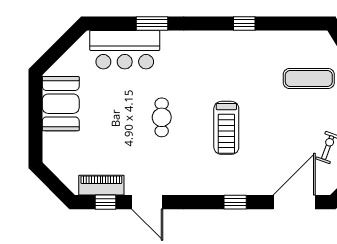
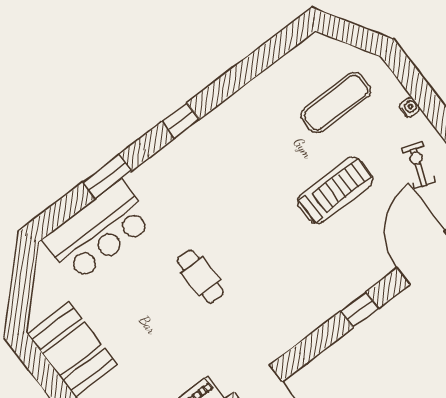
window: (244, 23) -> (181, 120), moved
treadmill: (226, 128) -> (335, 190), moved, turned -90

